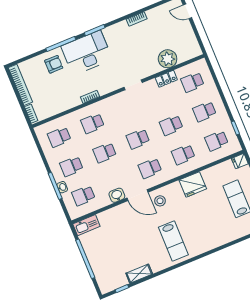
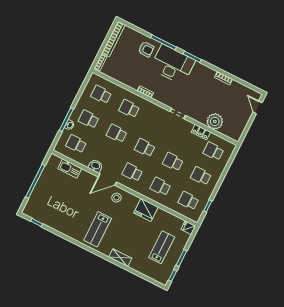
door: (138, 195) -> (107, 179), hinge flipped
kitchen sink: (86, 225) -> (70, 168), moved
shelving: (139, 274) -> (120, 258), moved

